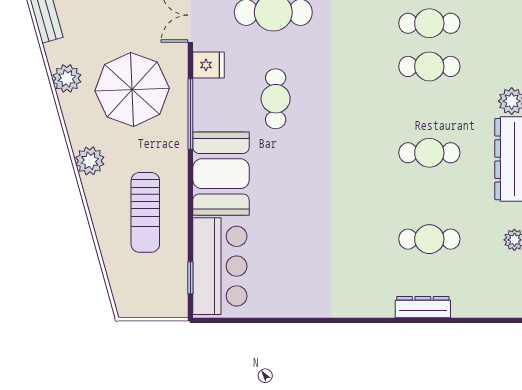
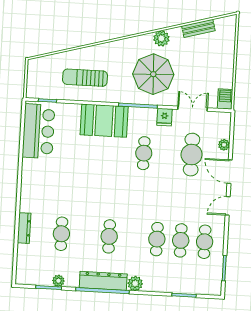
cafe table: (276, 99) -> (144, 153), turned 90
plant: (90, 161) -> (115, 49), removed
bar counter: (220, 266) -> (39, 131), moved, turned -90

